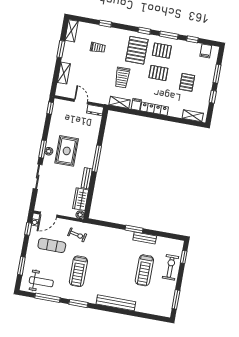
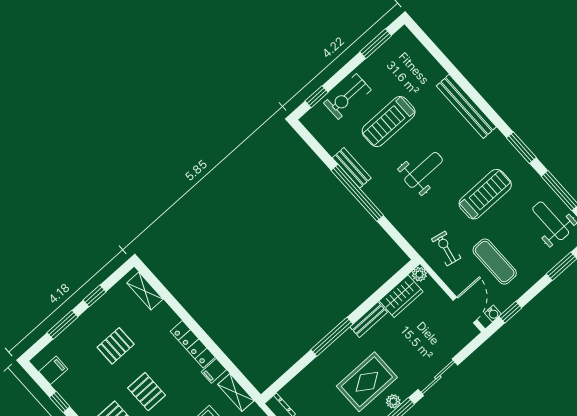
door: (48, 215) -> (465, 310), hinge flipped
window: (134, 229) -> (357, 193), width x2.11
weight bench: (113, 261) -> (424, 170), added
treadmill: (144, 270) -> (389, 122), turned 180

